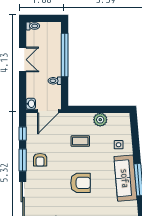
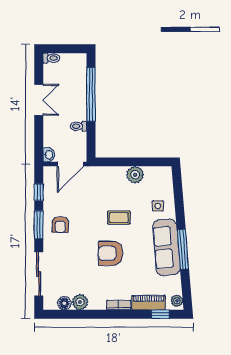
coffee table: (80, 141) -> (119, 218), moved
armchair: (80, 183) -> (111, 253), turned 180

